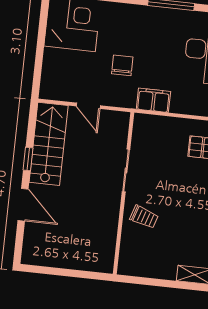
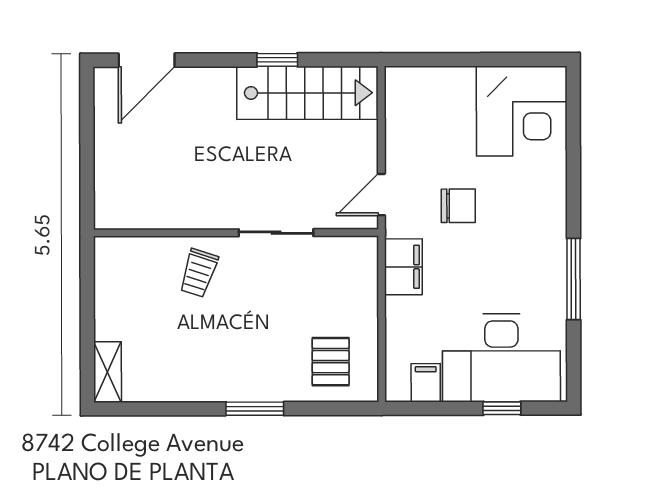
door: (88, 106) -> (381, 195), moved
door: (23, 205) -> (147, 60), moved

